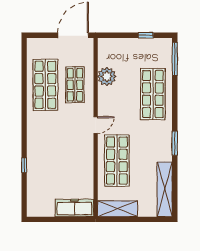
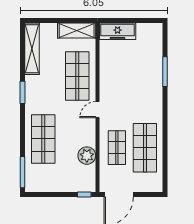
window: (146, 35) -> (84, 195), moved
window: (24, 165) -> (165, 72), width x2.17

